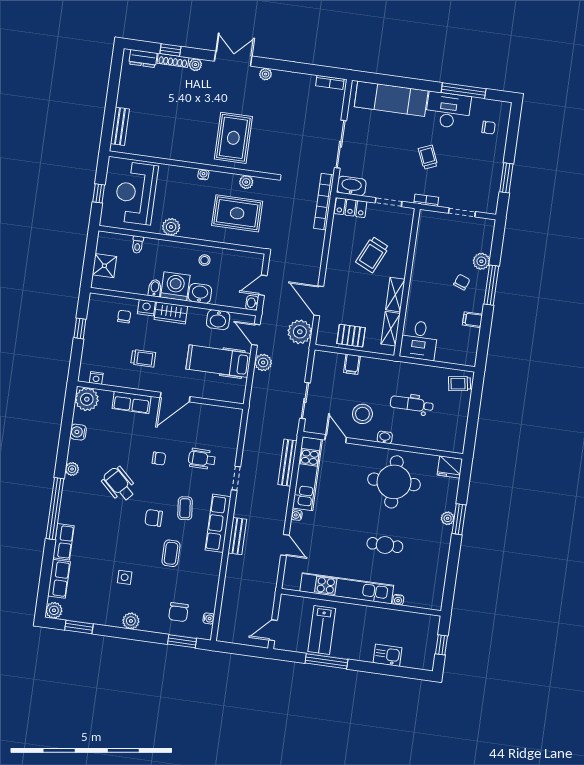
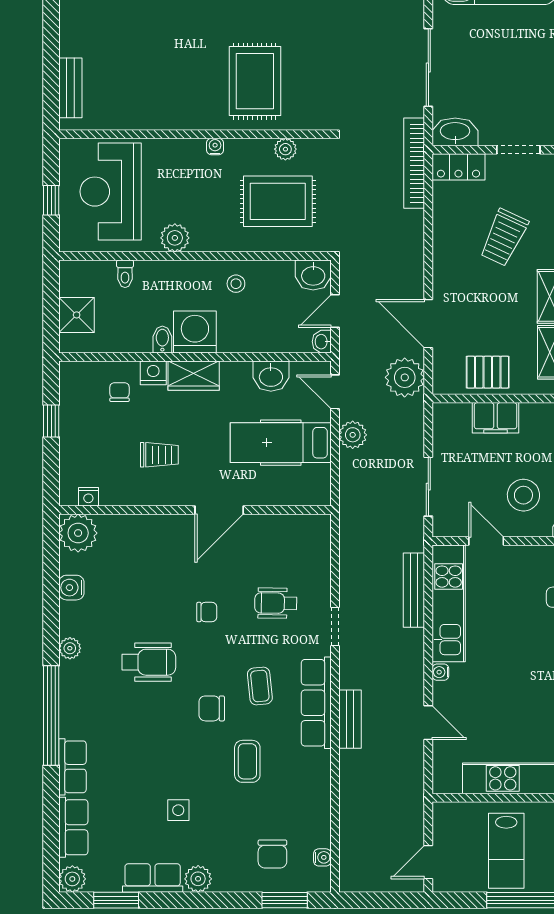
washbasin: (200, 293) -> (313, 275), moved, turned 180
filing cabinet: (352, 364) -> (496, 418), width x2.00
row of seats: (132, 402) -> (153, 878), moved, turned 180
wheelchair: (119, 484) -> (149, 662), turned 137

